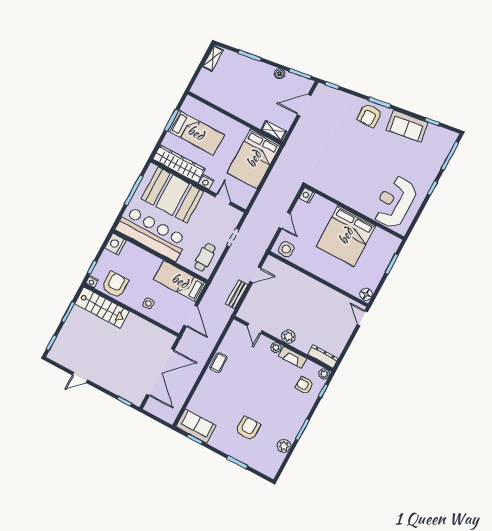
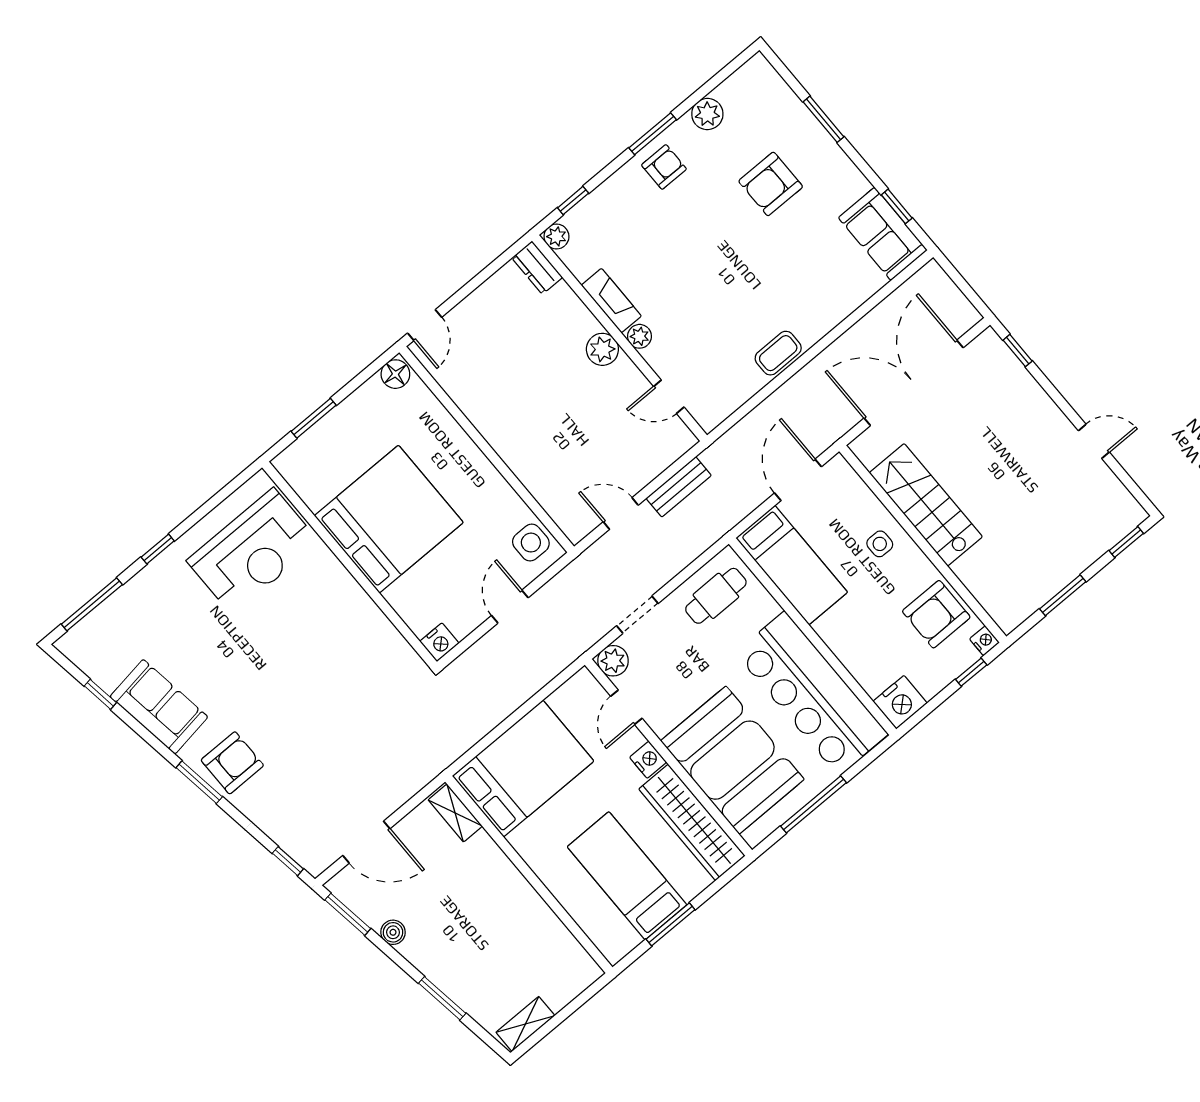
plant: (235, 215) -> (613, 661), added
stairs: (102, 308) -> (926, 505), moved
door: (255, 328) -> (669, 397), swing flipped
dresser: (323, 357) -> (537, 268), width x0.70
armchair: (304, 385) -> (664, 167), moved, turned -90

